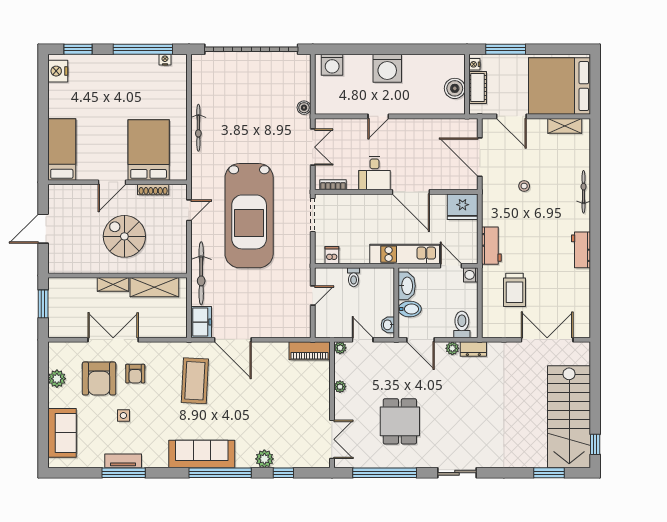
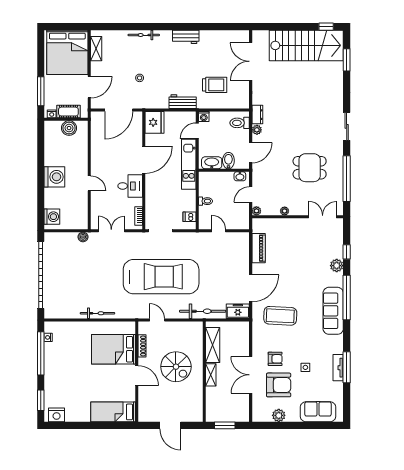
spiral stairs: (124, 236) -> (176, 367), turned -90
piano: (310, 351) -> (259, 248), moved

